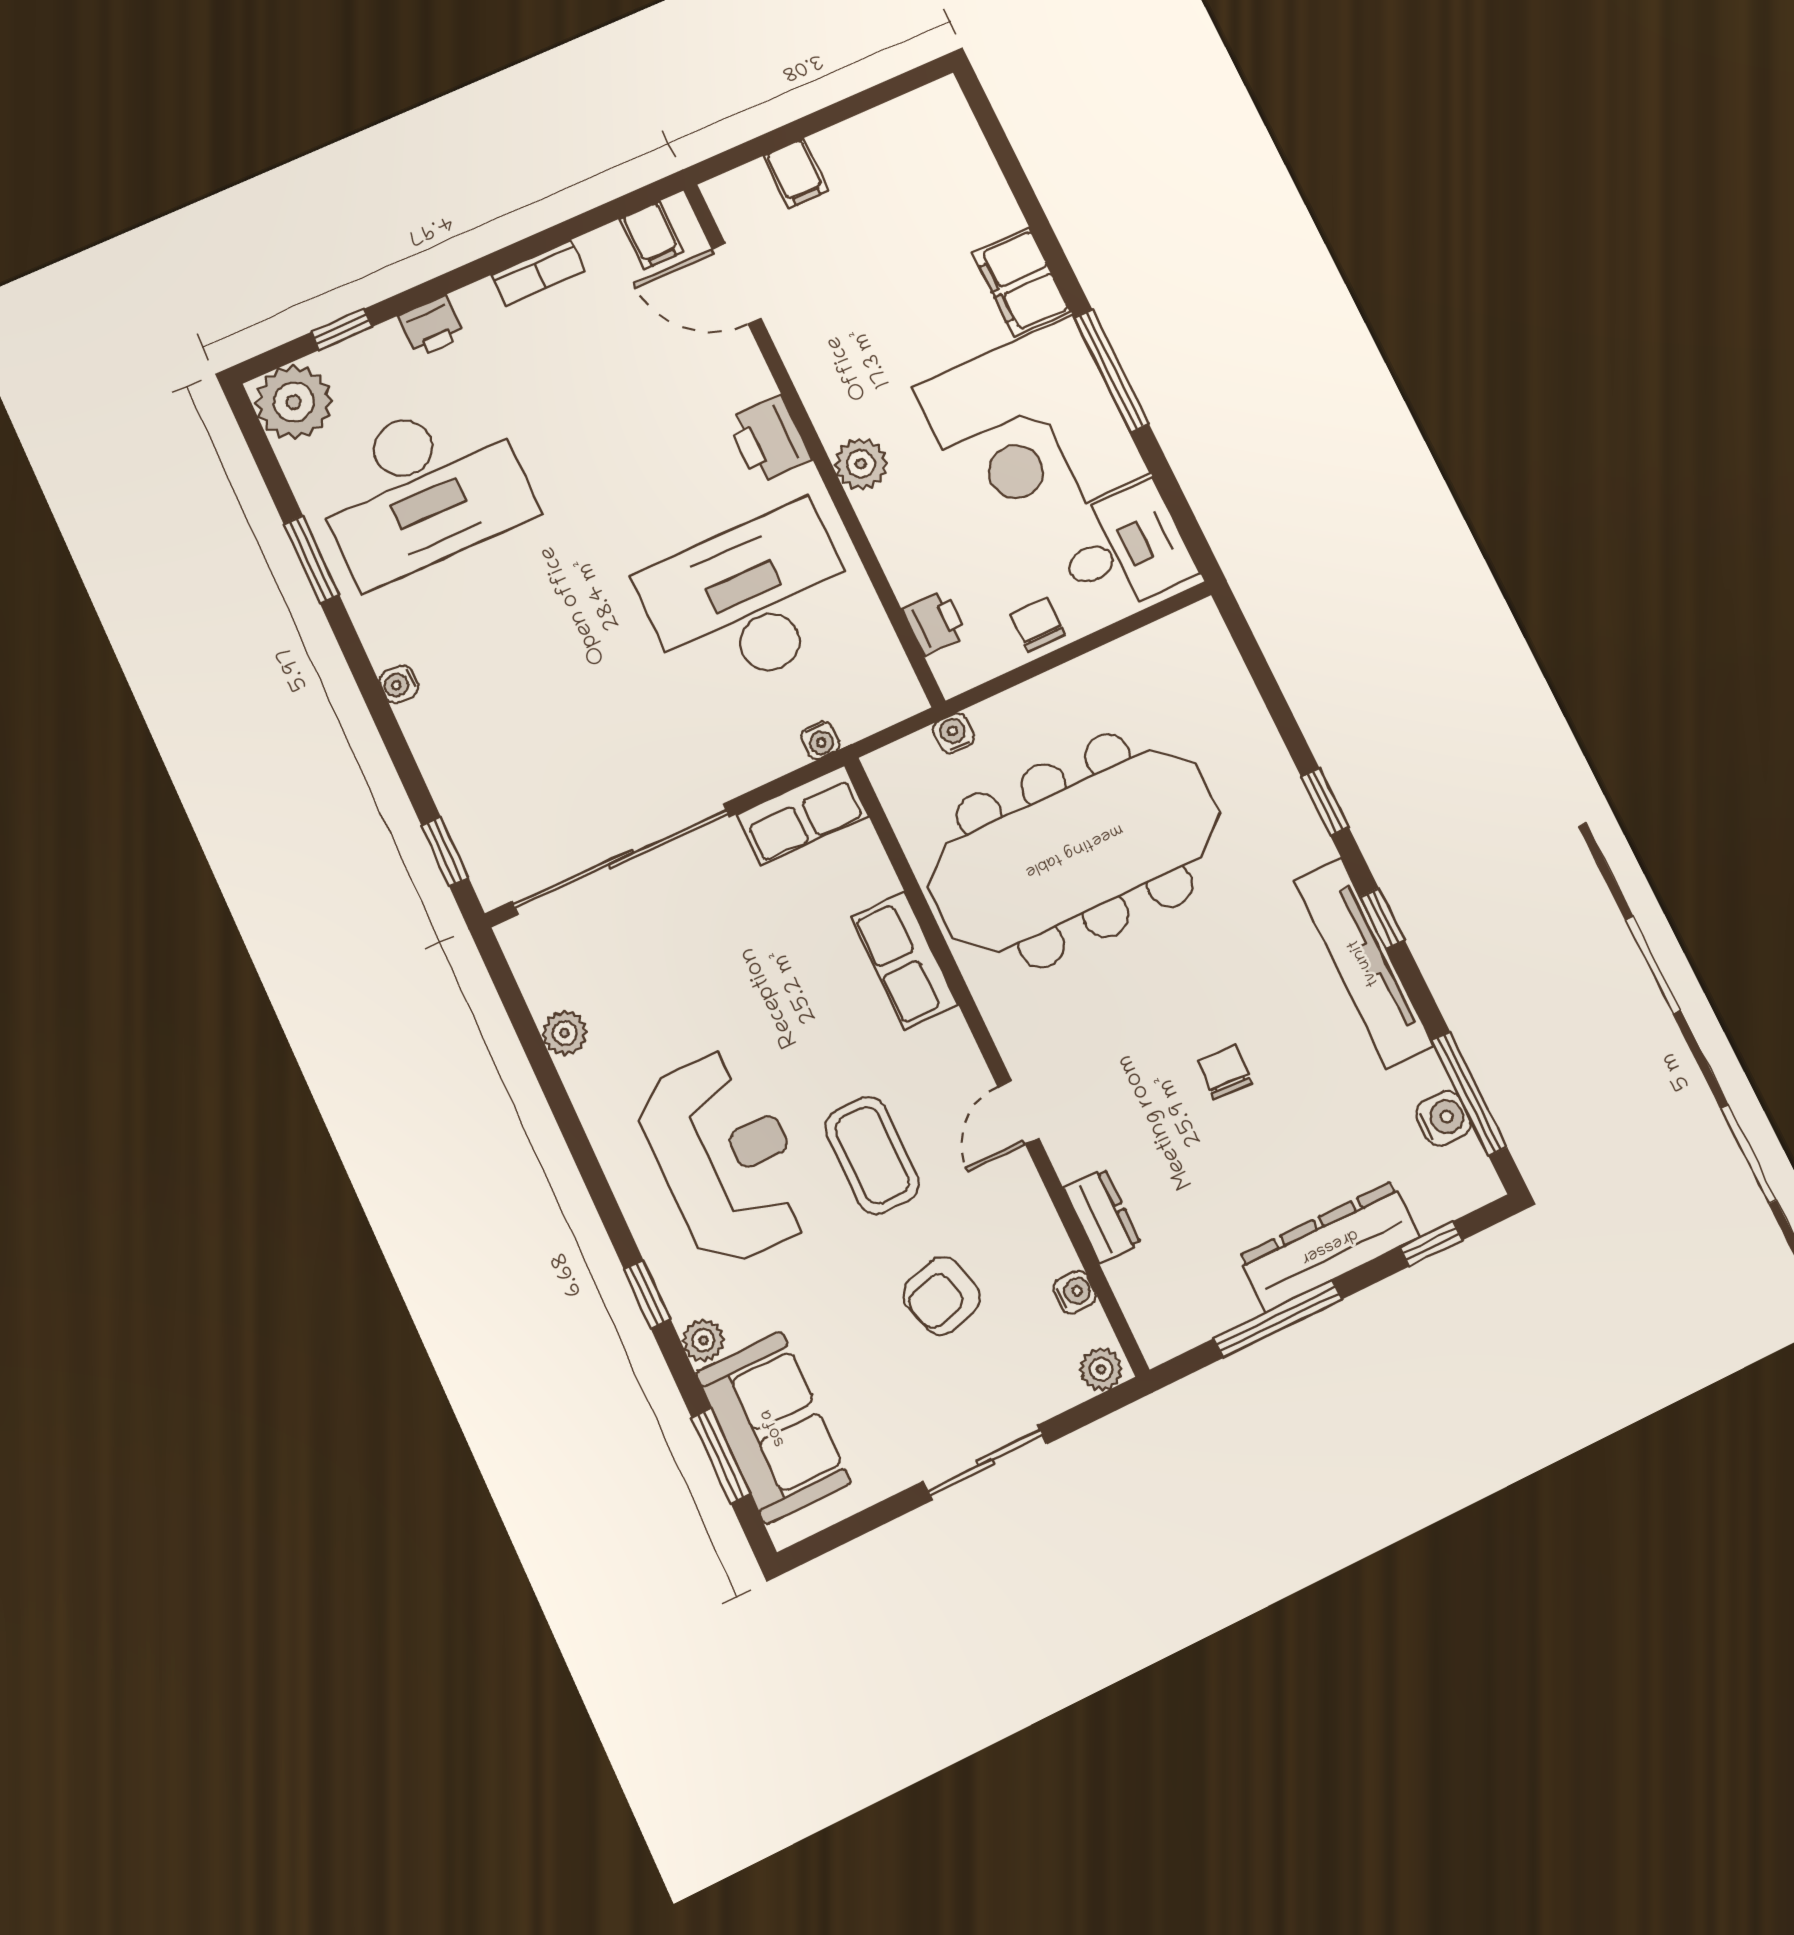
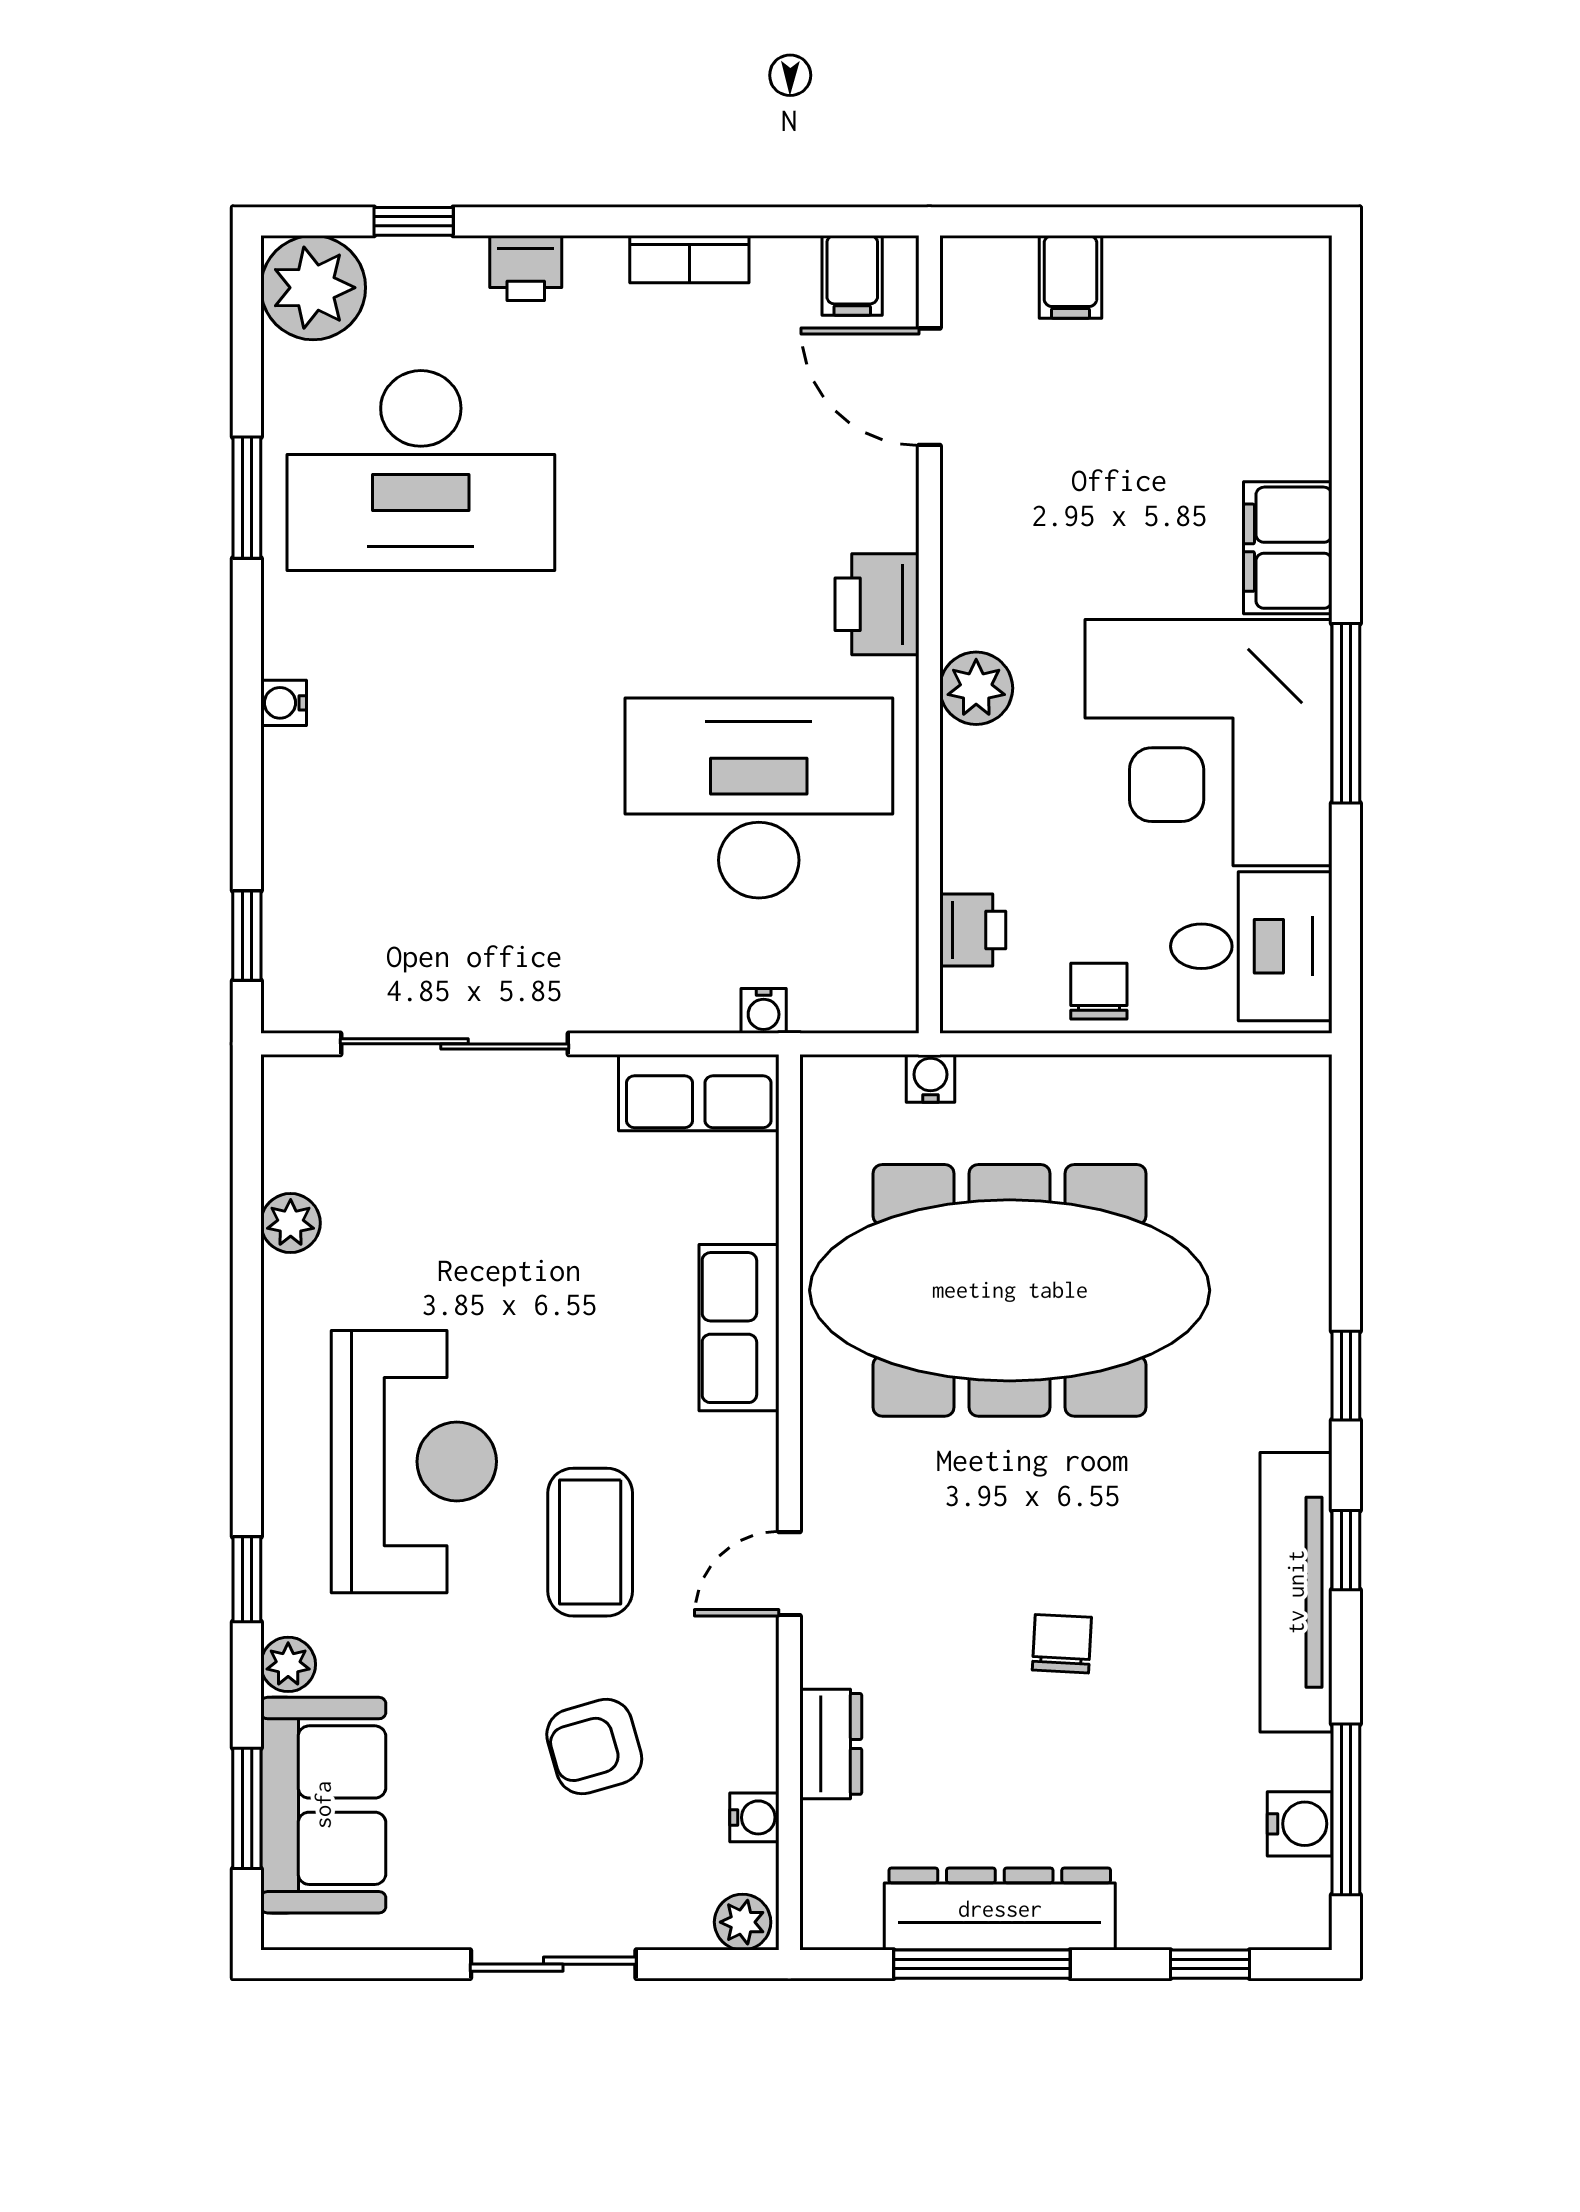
sliding door: (621, 859) -> (454, 1044), width x0.73
dresser: (1329, 1246) -> (1000, 1909), moved

